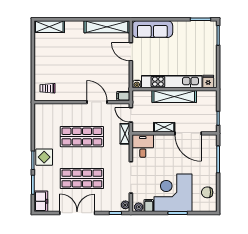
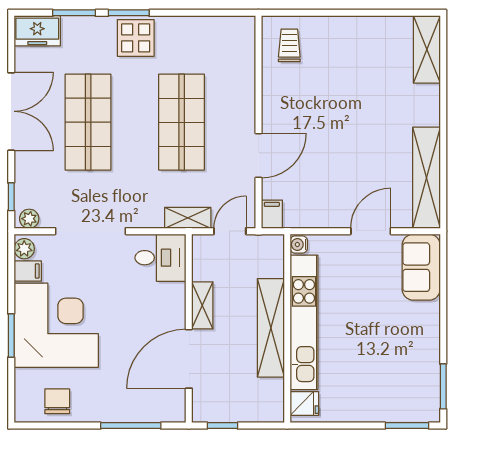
sofa: (152, 29) -> (421, 267), width x0.73

